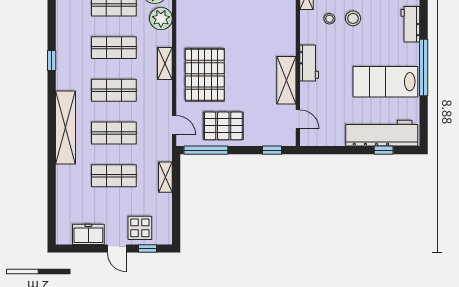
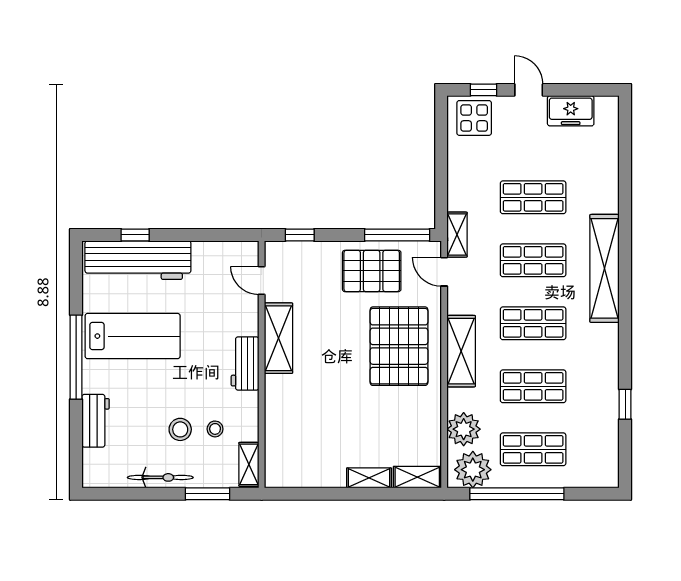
window: (52, 60) -> (625, 404), moved
shelving: (165, 63) -> (461, 351), width x1.50, depth x1.33
shelving: (165, 177) -> (457, 235), moved
display table: (140, 228) -> (474, 118), moved

